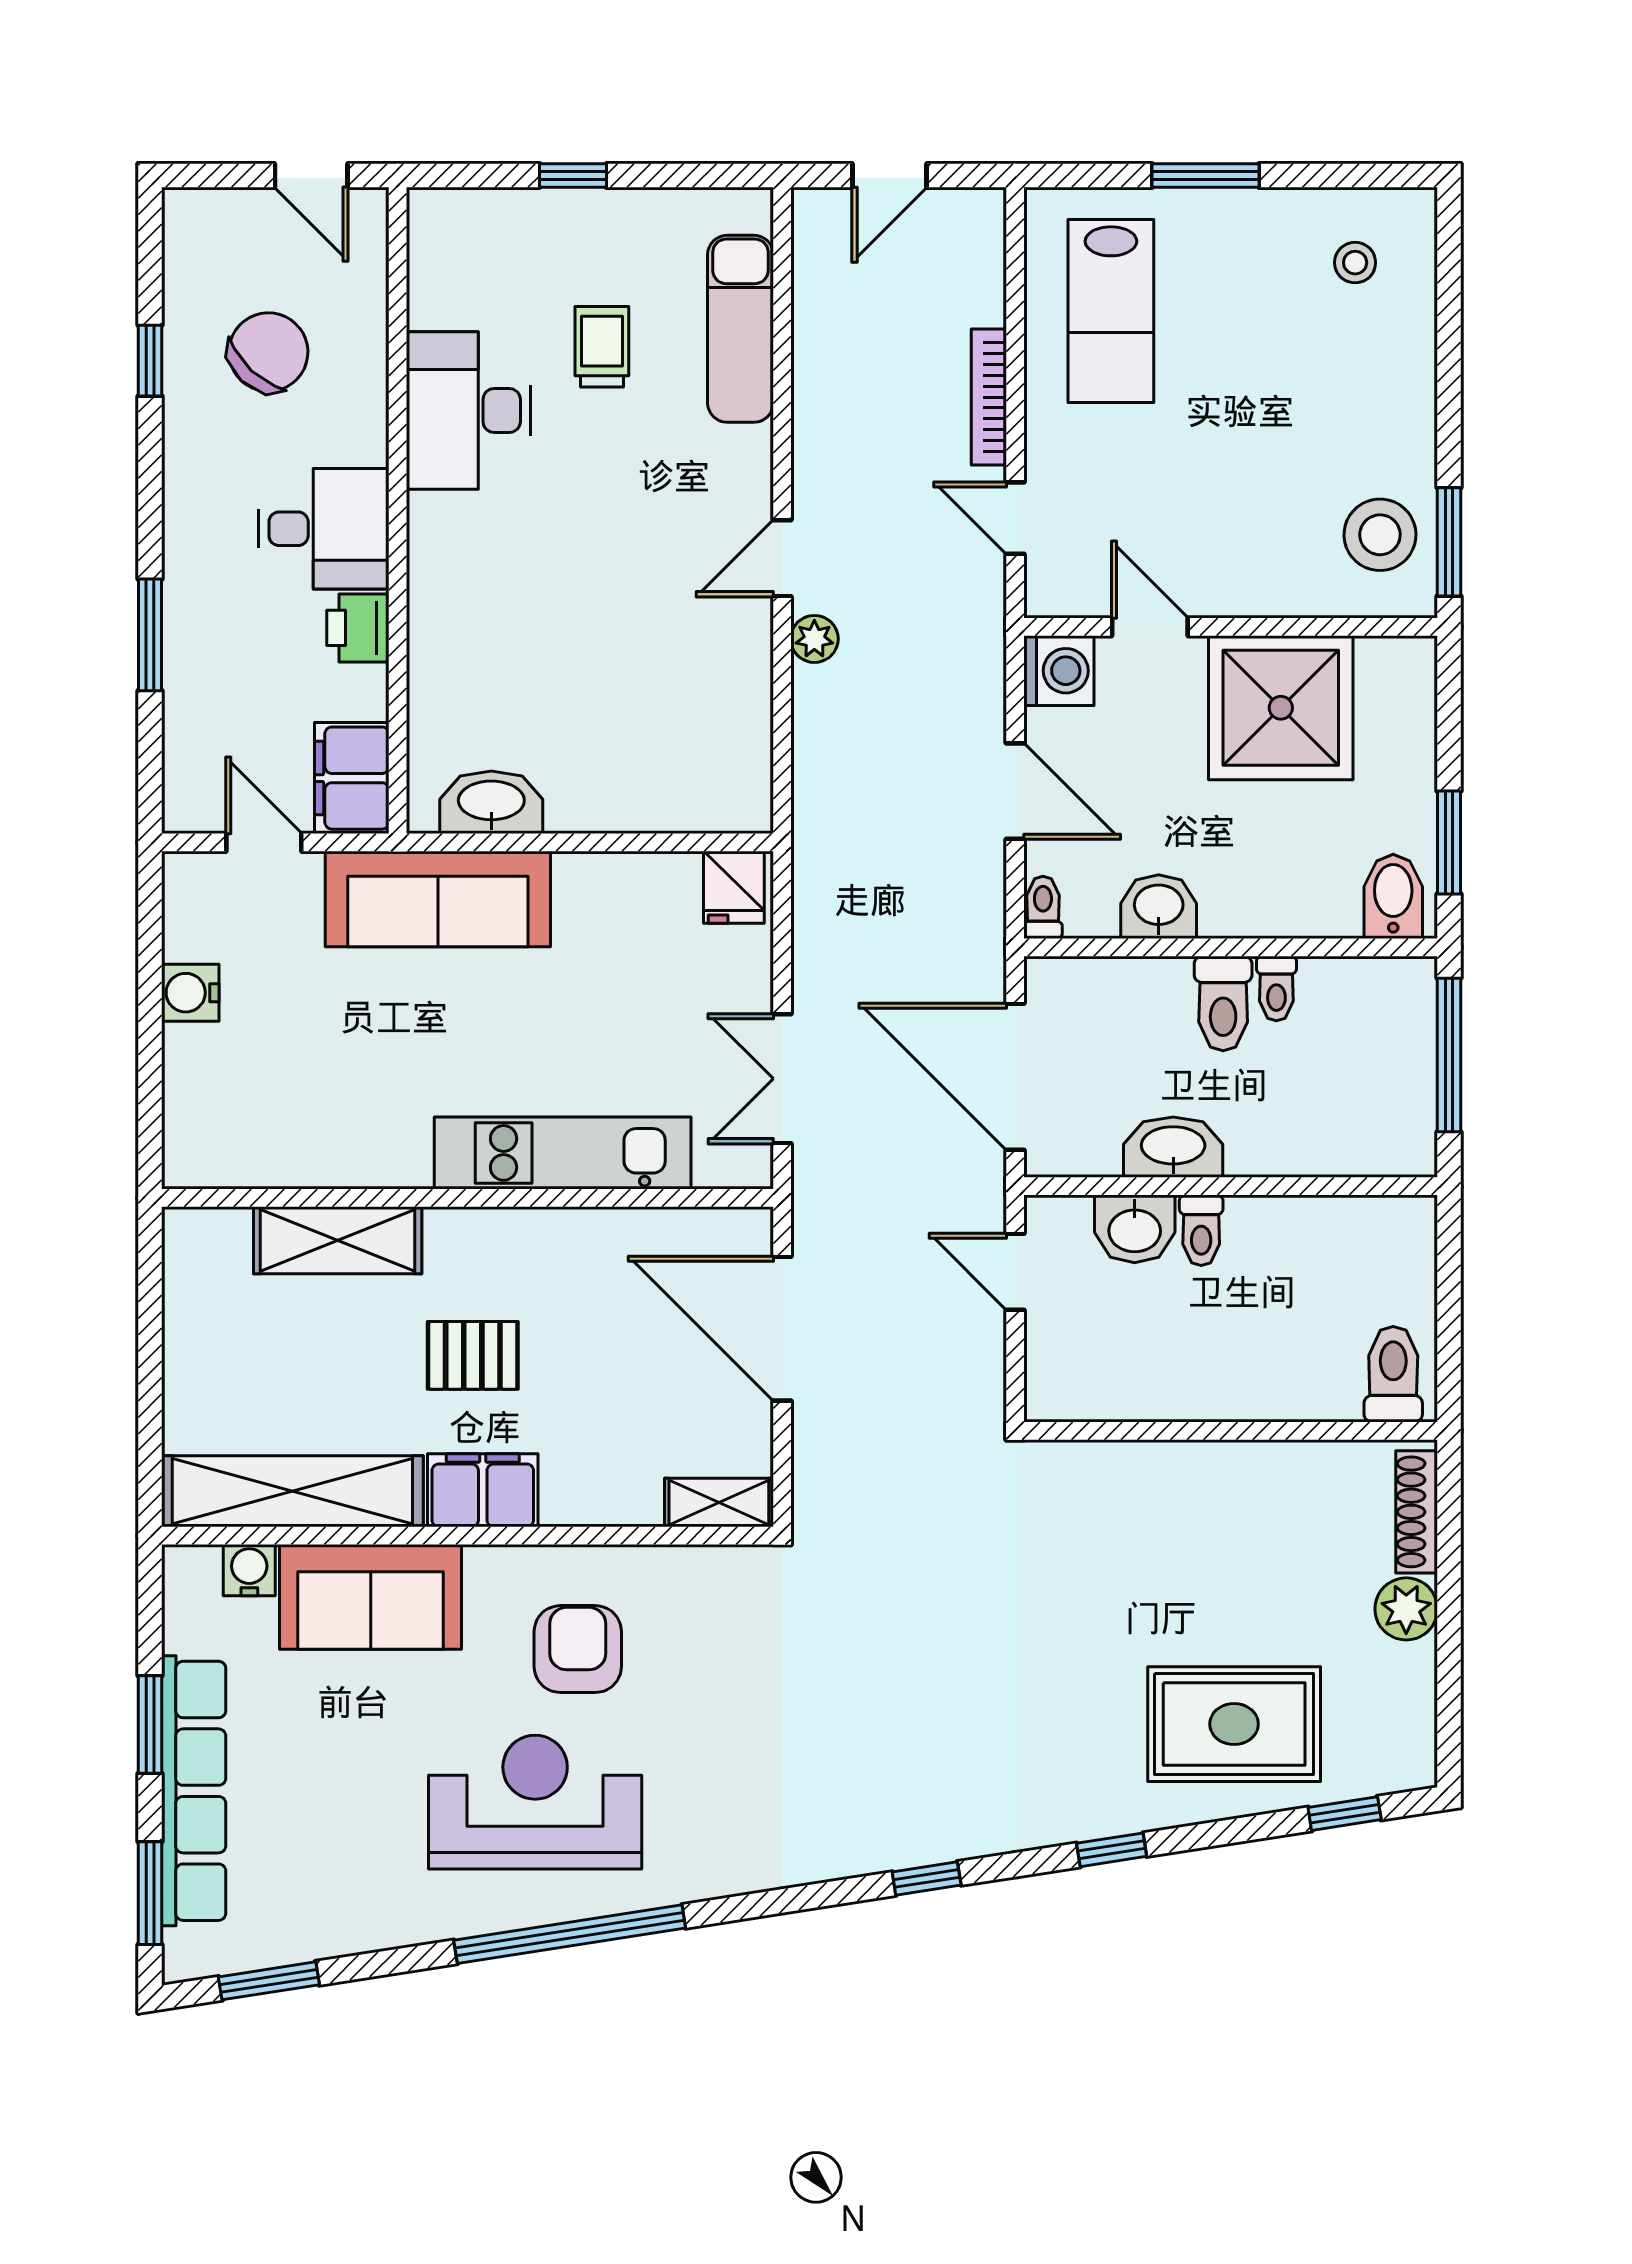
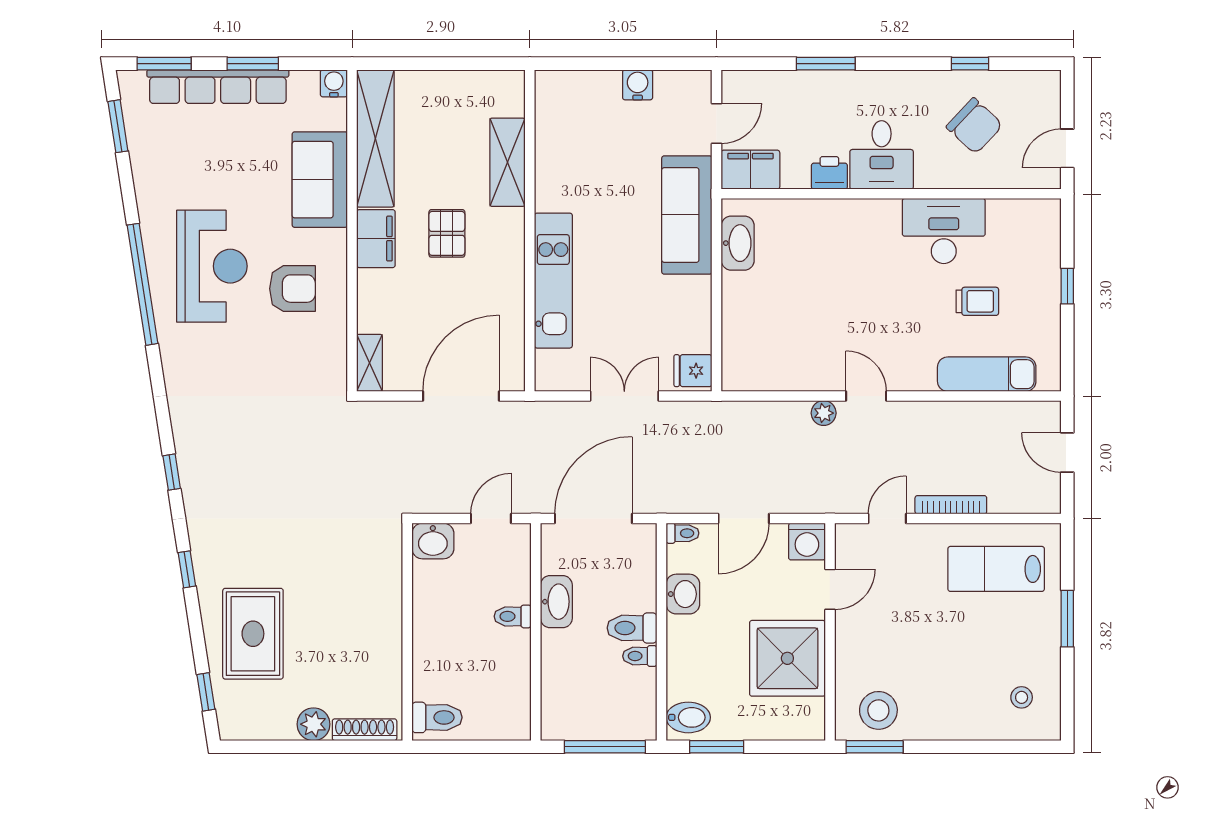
double door: (782, 1079) -> (624, 396), moved
washbasin: (1135, 1229) -> (433, 541), moved, turned -90
water cooler: (249, 1570) -> (334, 83), moved, turned -90

